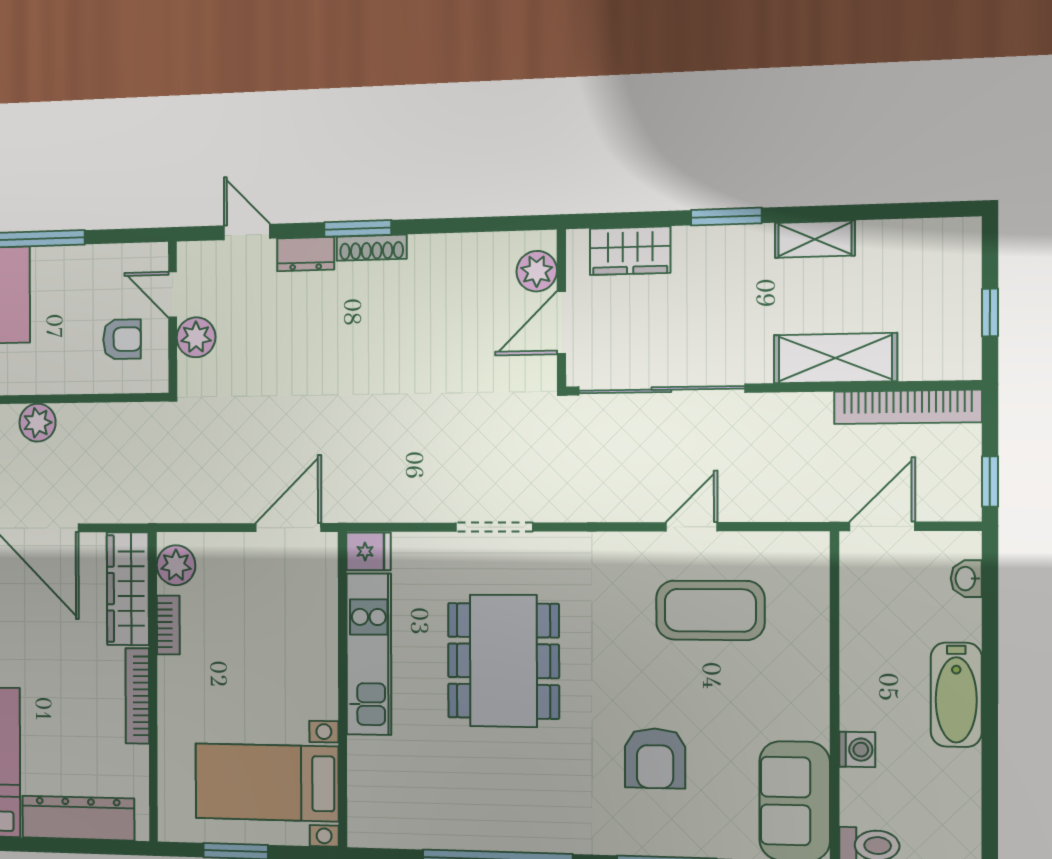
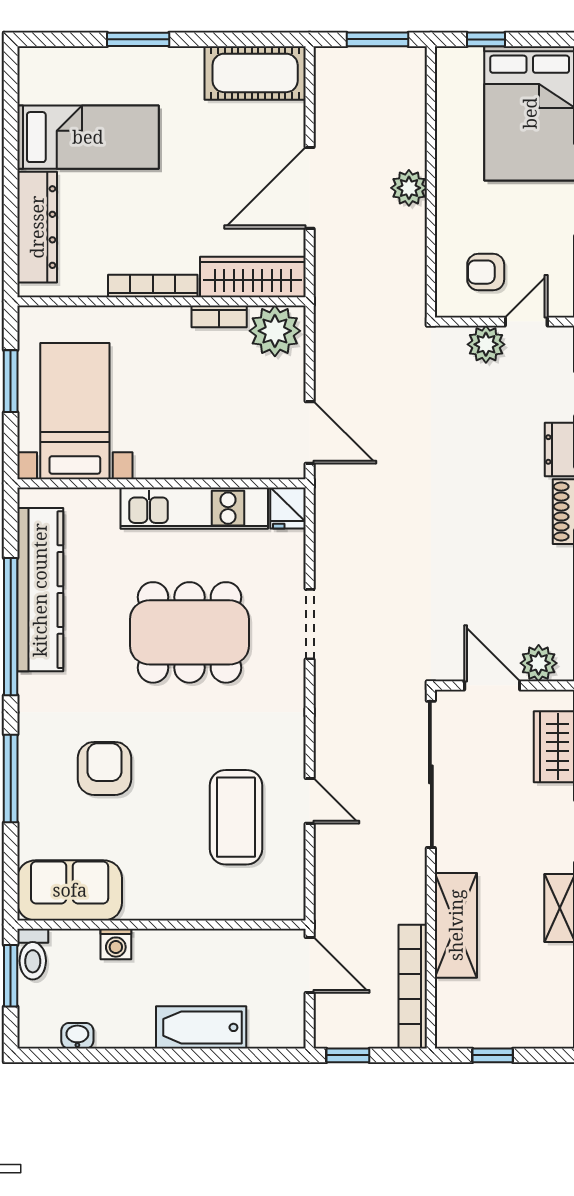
armchair: (122, 339) -> (486, 272), turned 90
plant: (176, 565) -> (275, 331), width x1.36, depth x1.36
washbasin: (966, 579) -> (77, 1036), moved
bathtub: (956, 695) -> (201, 1027), moved
armchair: (655, 758) -> (105, 768), turned 90
kitchen counter: (457, 825) -> (40, 590), added

